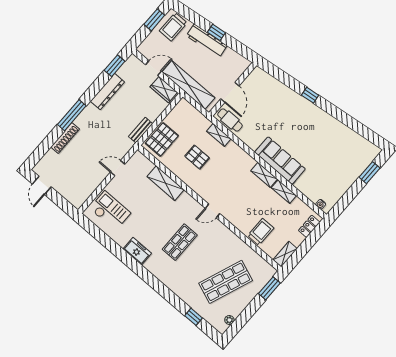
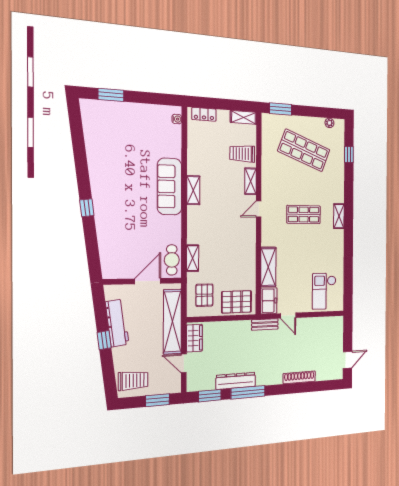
window: (154, 20) -> (158, 400), moved
workbench: (207, 41) -> (117, 323), moved
window: (72, 115) -> (248, 392), moved
bench: (141, 130) -> (265, 324), moved
pallet: (197, 157) -> (204, 295), moved
shelving: (284, 192) -> (251, 181), moved
door: (212, 211) -> (259, 209), swing flipped
freezer: (137, 251) -> (269, 301), moved, turned 180
shelving: (155, 270) -> (339, 216), added

